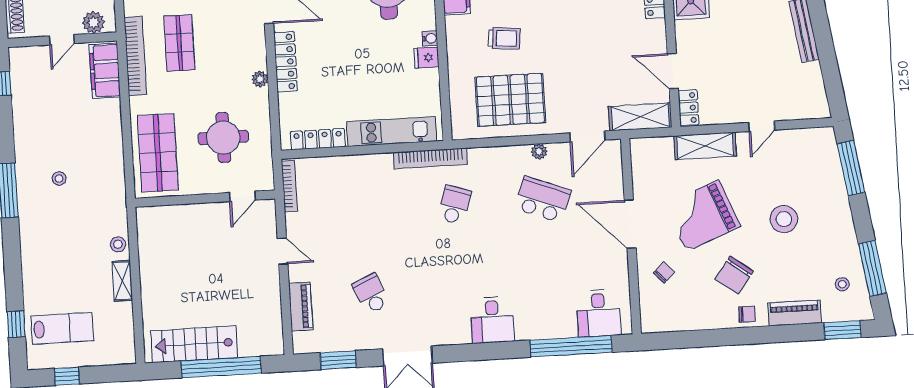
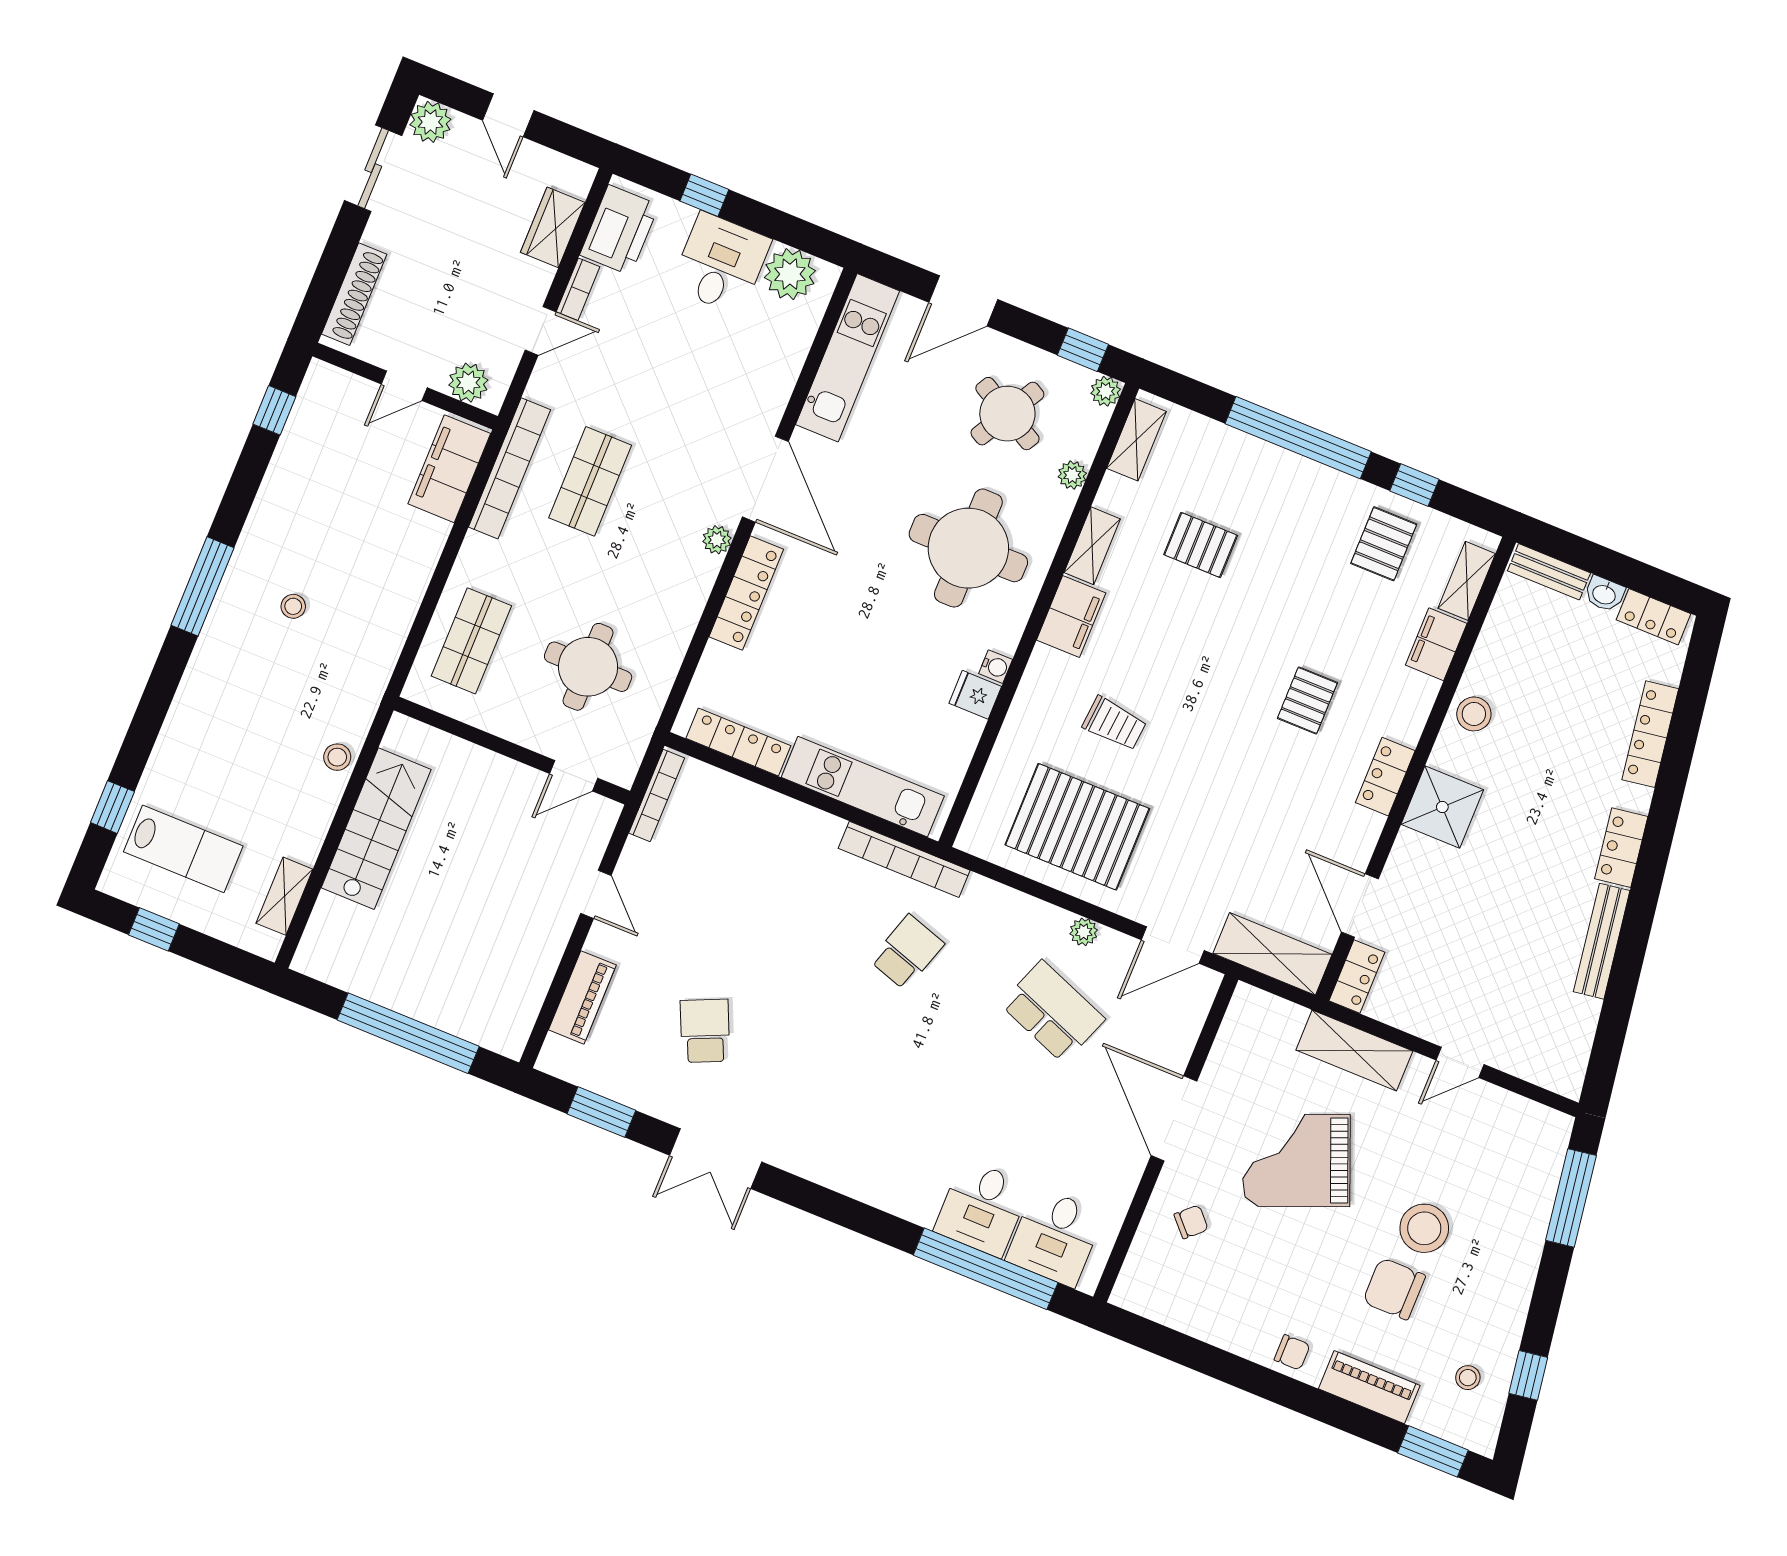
plant: (260, 79) -> (717, 540), moved
shop shelf: (158, 153) -> (471, 641), width x0.70, depth x0.74
window: (872, 268) -> (1528, 1375), width x0.46
chair: (734, 275) -> (1394, 1289), moved, turned 53
shelving: (122, 281) -> (284, 896), moved
desk: (492, 320) -> (982, 1208), moved
stairs: (194, 344) -> (376, 829), moved, turned 90

